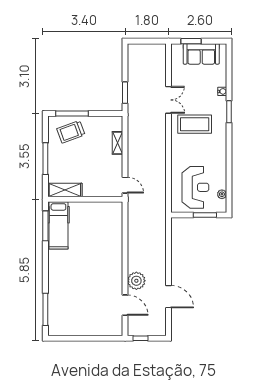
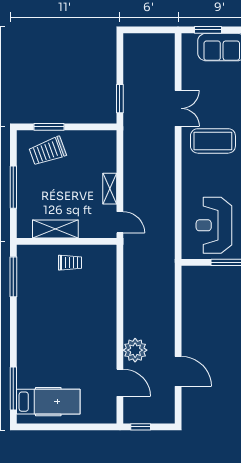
window: (72, 114) -> (49, 127), width x0.69
shelving: (117, 143) -> (110, 189), moved
reception desk: (195, 187) -> (214, 225), turned 180
shelving: (65, 190) -> (55, 229), moved
trolley: (88, 215) -> (70, 263), added
hospital bed: (58, 225) -> (48, 402), moved, turned -90

